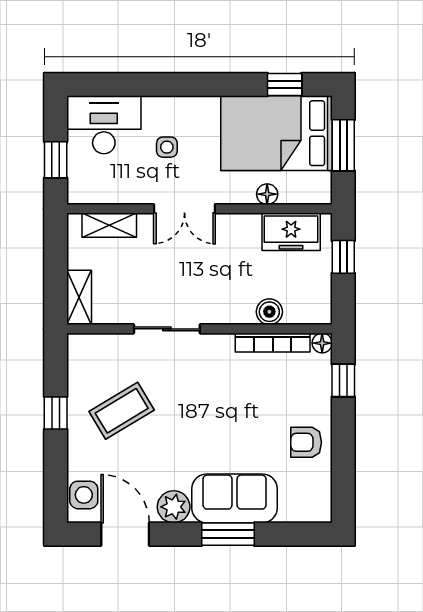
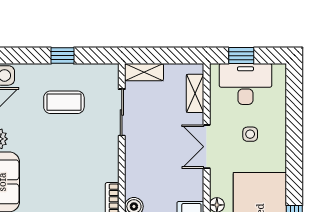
desk: (104, 125) -> (245, 84), moved, turned -90
sliding door: (167, 329) -> (122, 112), moved
coffee table: (122, 411) -> (64, 102), turned -59

